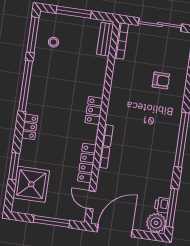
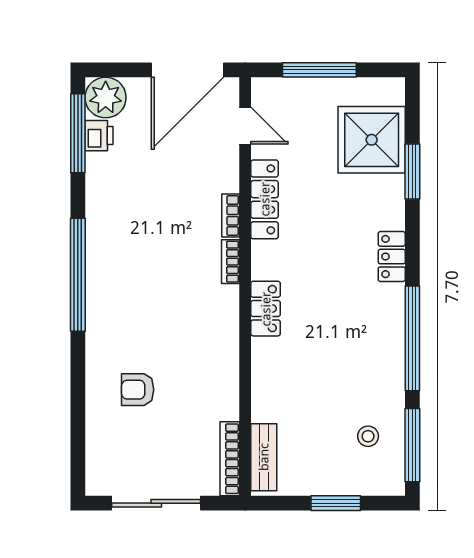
window: (74, 12) -> (336, 503), width x0.69

